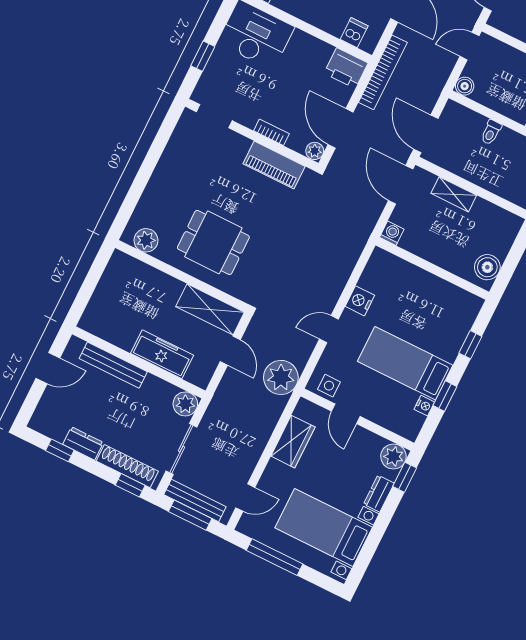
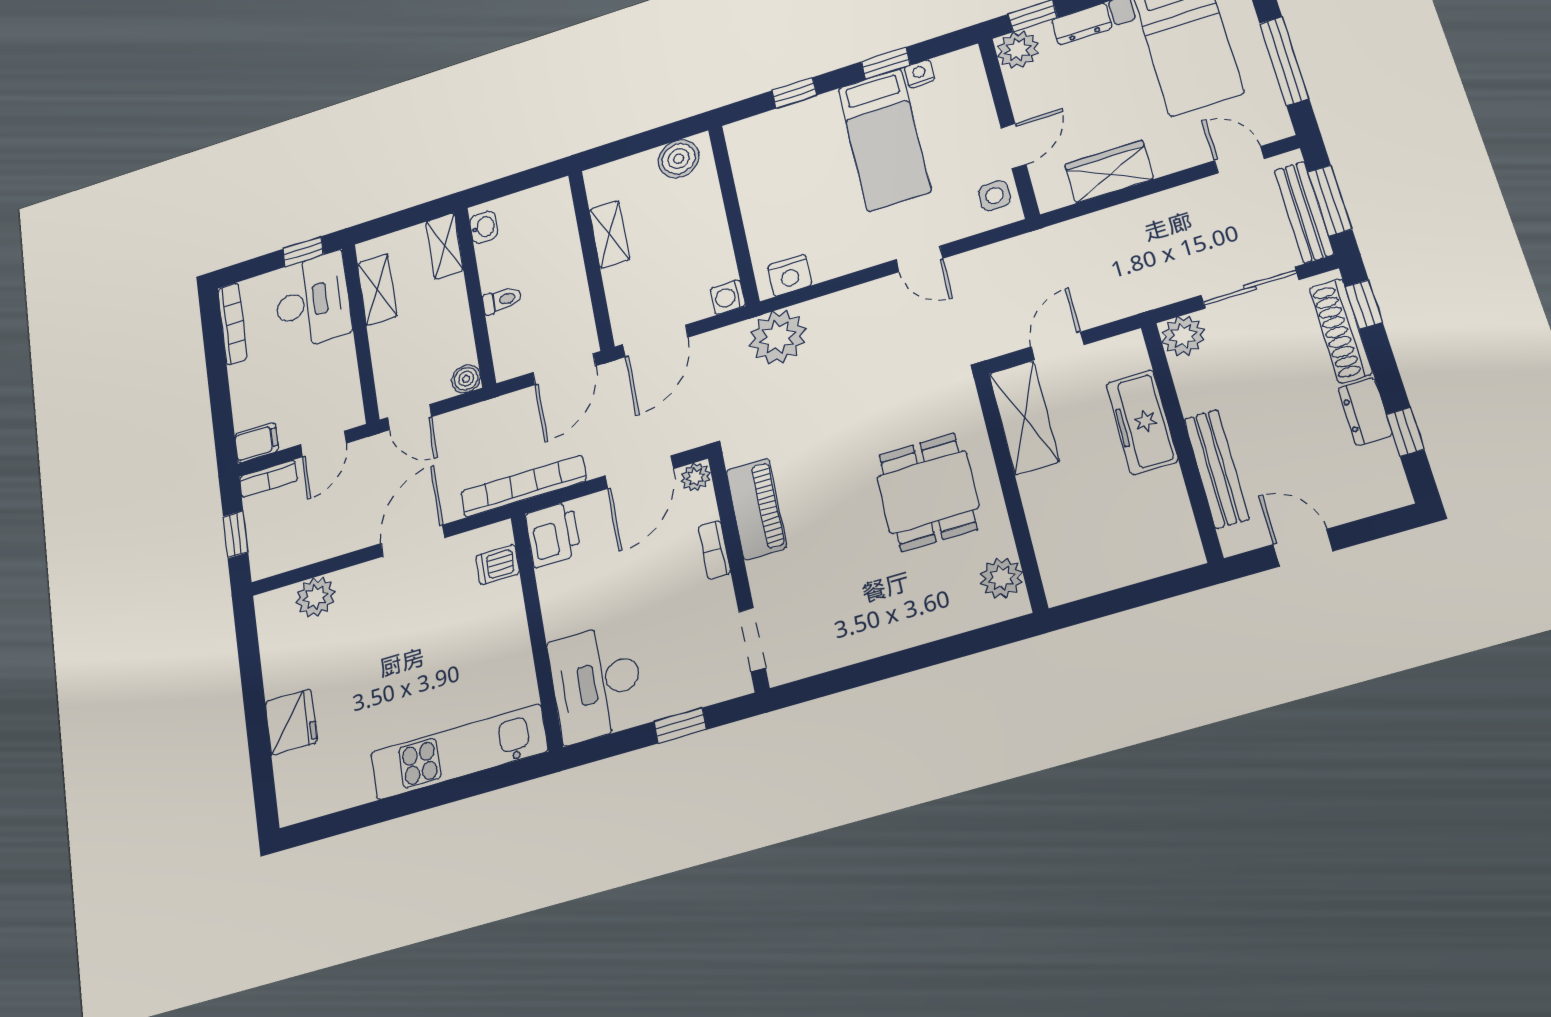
shelving: (454, 194) -> (609, 234), moved
nightstand: (360, 301) -> (790, 275), moved
plant: (281, 377) -> (778, 337), moved

